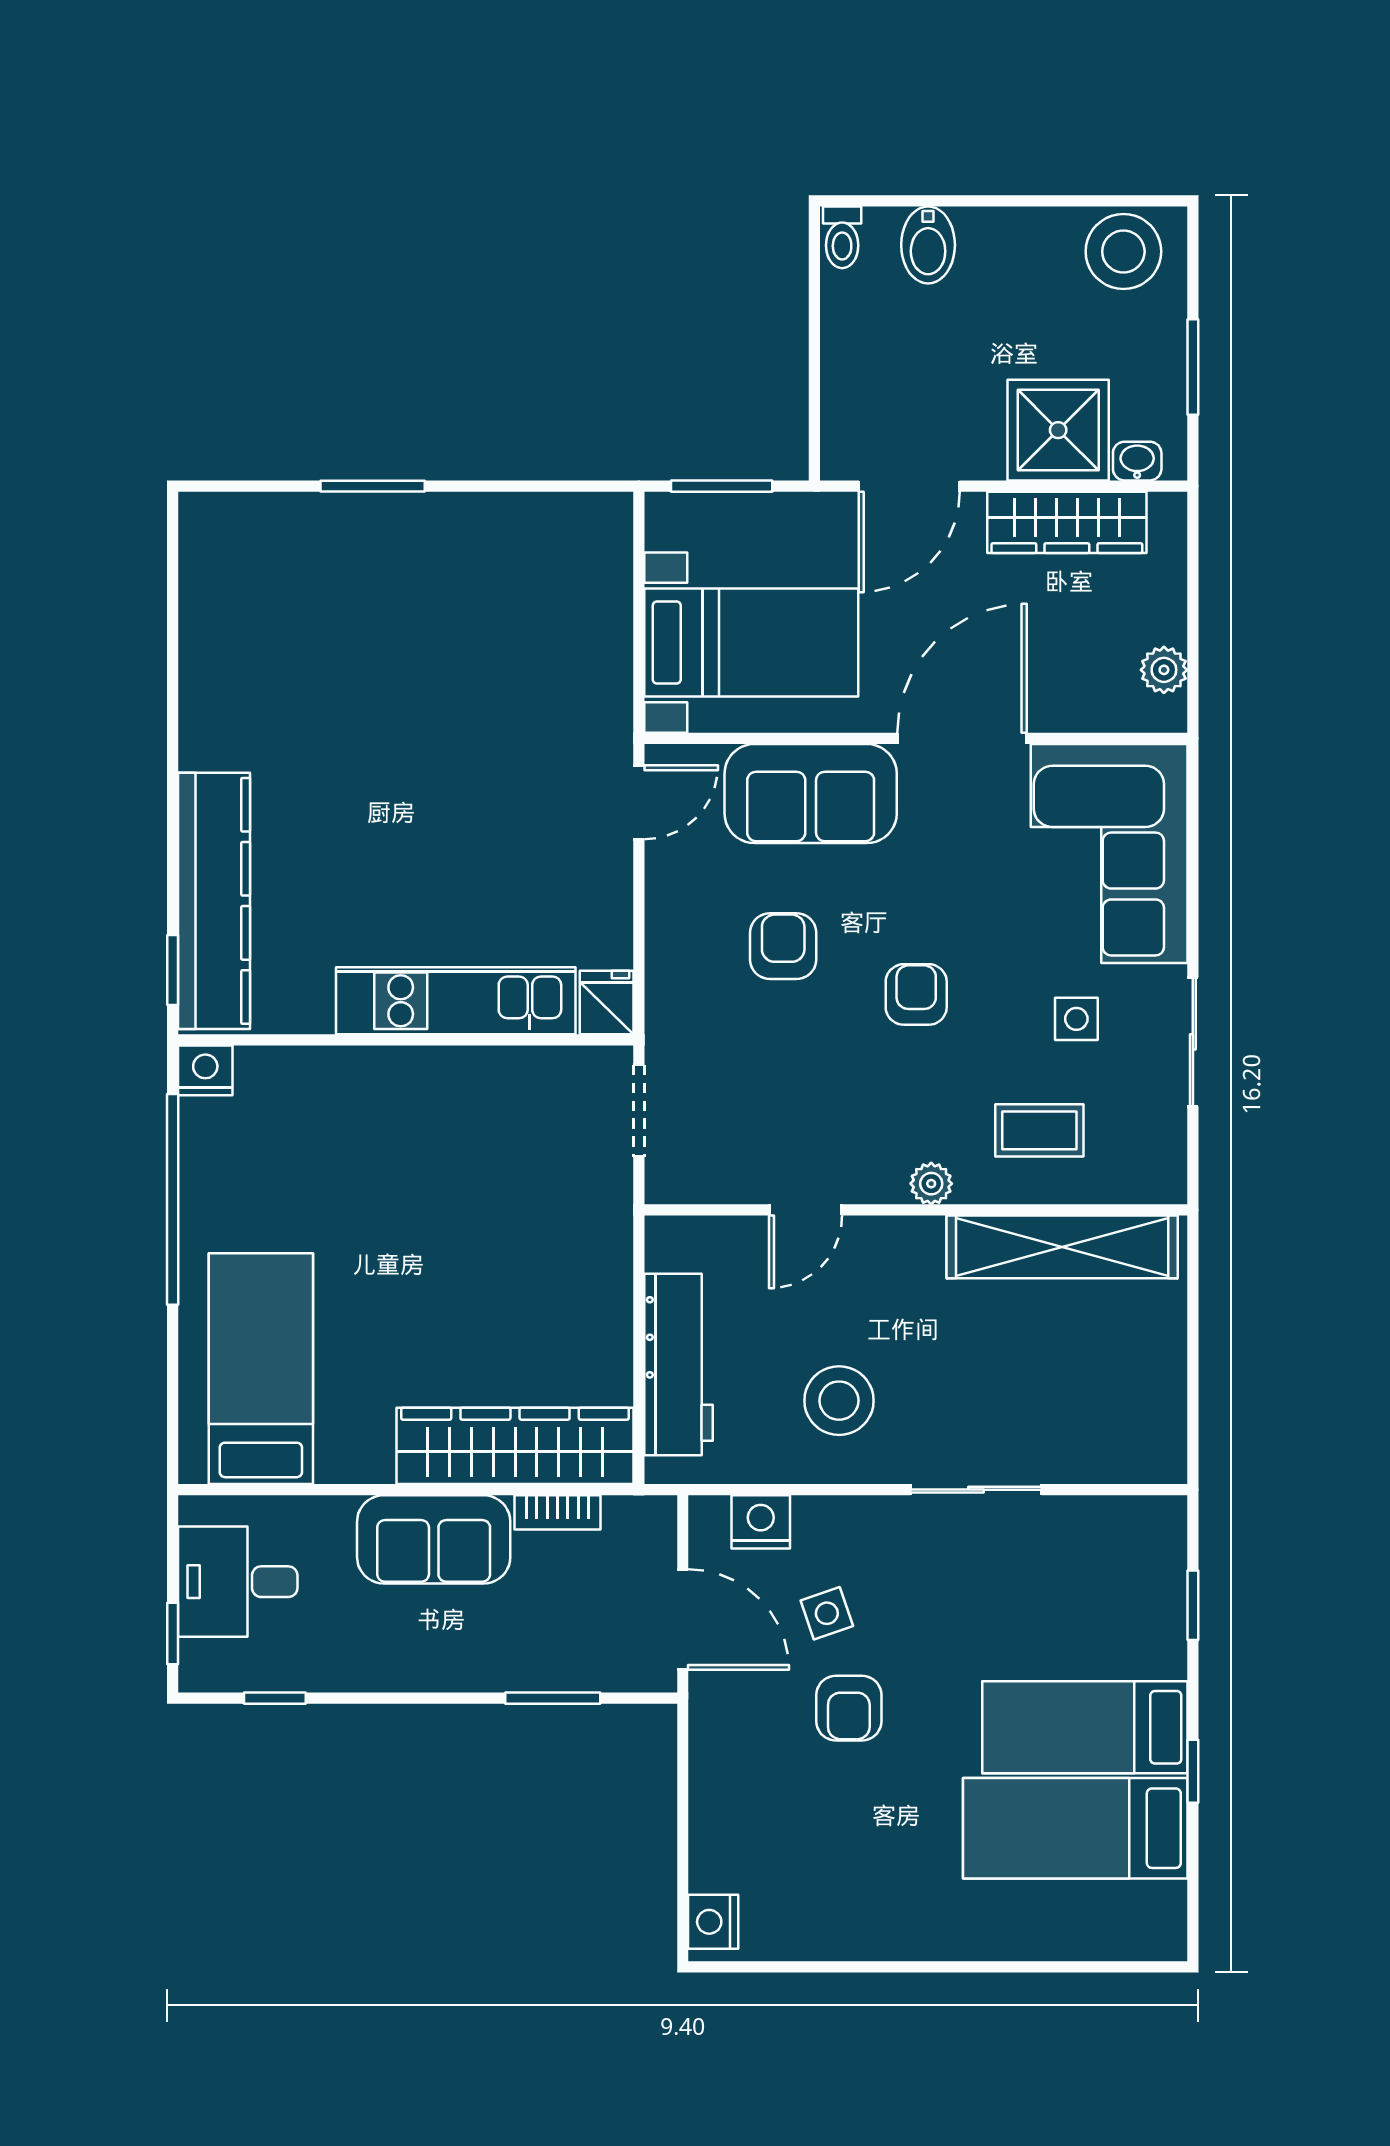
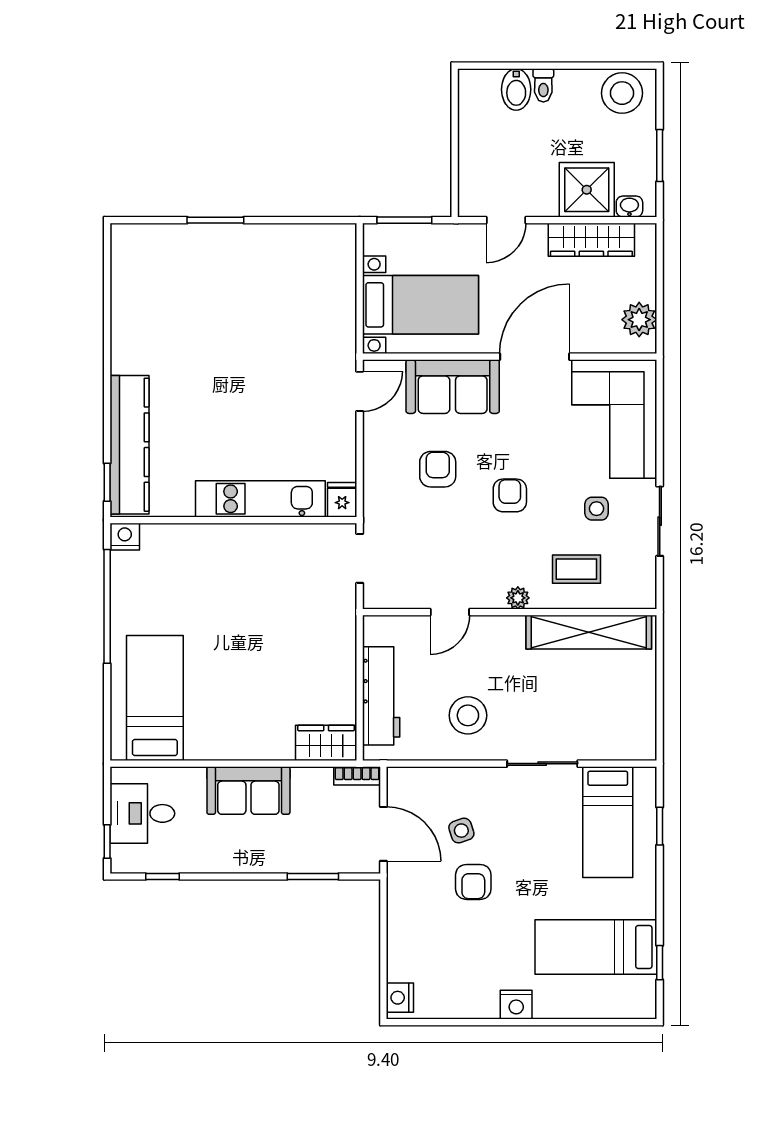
toilet: (842, 237) -> (543, 85), moved
door: (909, 486) -> (506, 220), width x0.73
plant: (1164, 670) -> (639, 320), width x1.38, depth x1.38
wardrobe: (515, 1446) -> (326, 743), width x0.48, depth x0.85
bookcase: (557, 1512) -> (357, 776), moved
nightstand: (761, 1522) -> (516, 1005), moved, turned 180
bed: (1085, 1727) -> (608, 822), moved, turned -90
window: (1193, 1771) -> (660, 963), moved

